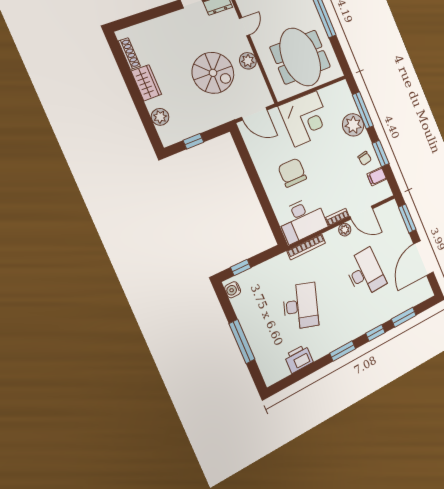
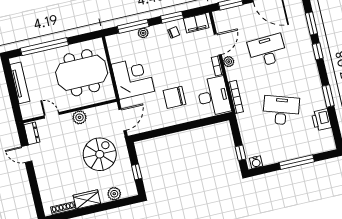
spiral stairs: (213, 73) -> (100, 154), moved
plant: (353, 125) -> (143, 33), width x0.53, depth x0.53
filing cabinet: (377, 177) -> (196, 23), width x2.00
window: (343, 351) -> (328, 96), moved

